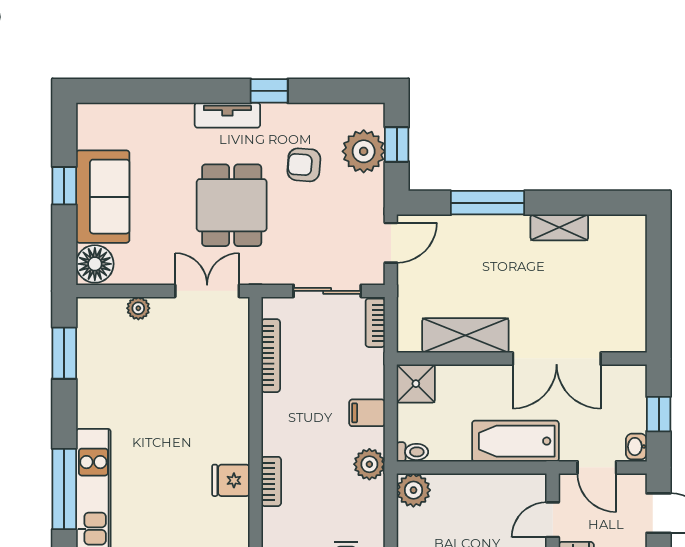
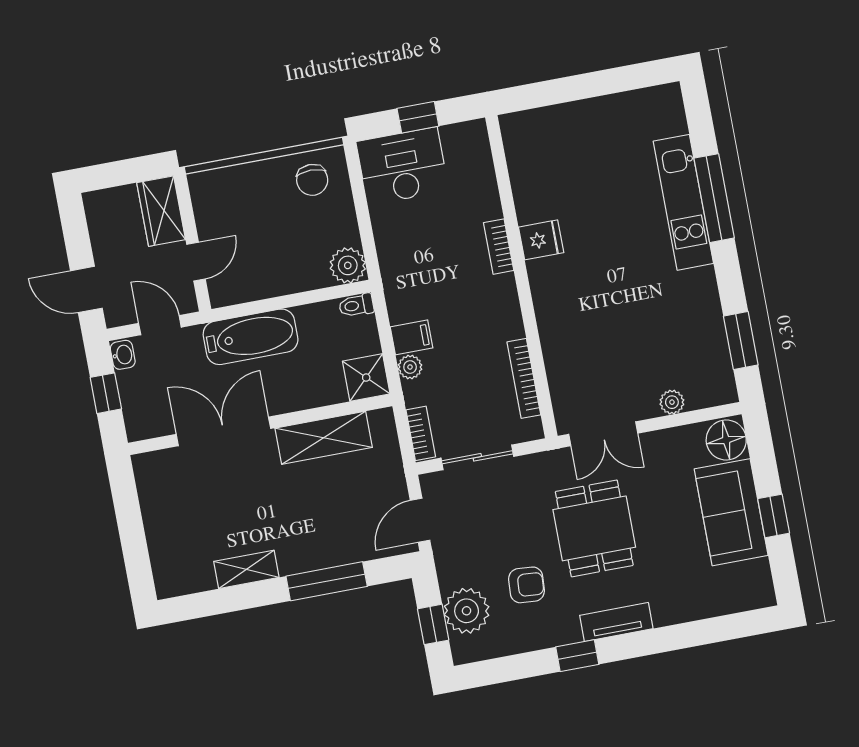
plant: (369, 464) -> (410, 367), moved, width x0.73, depth x0.73

